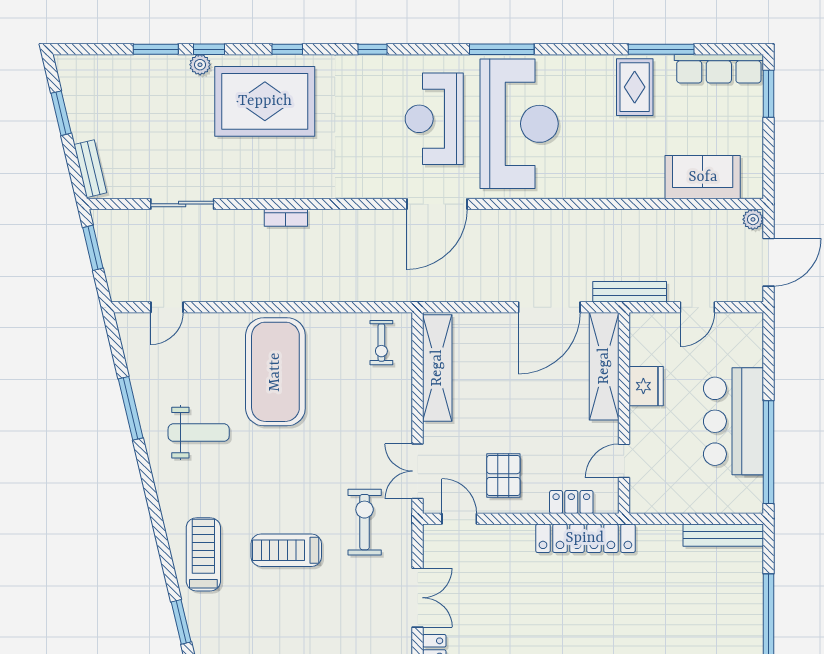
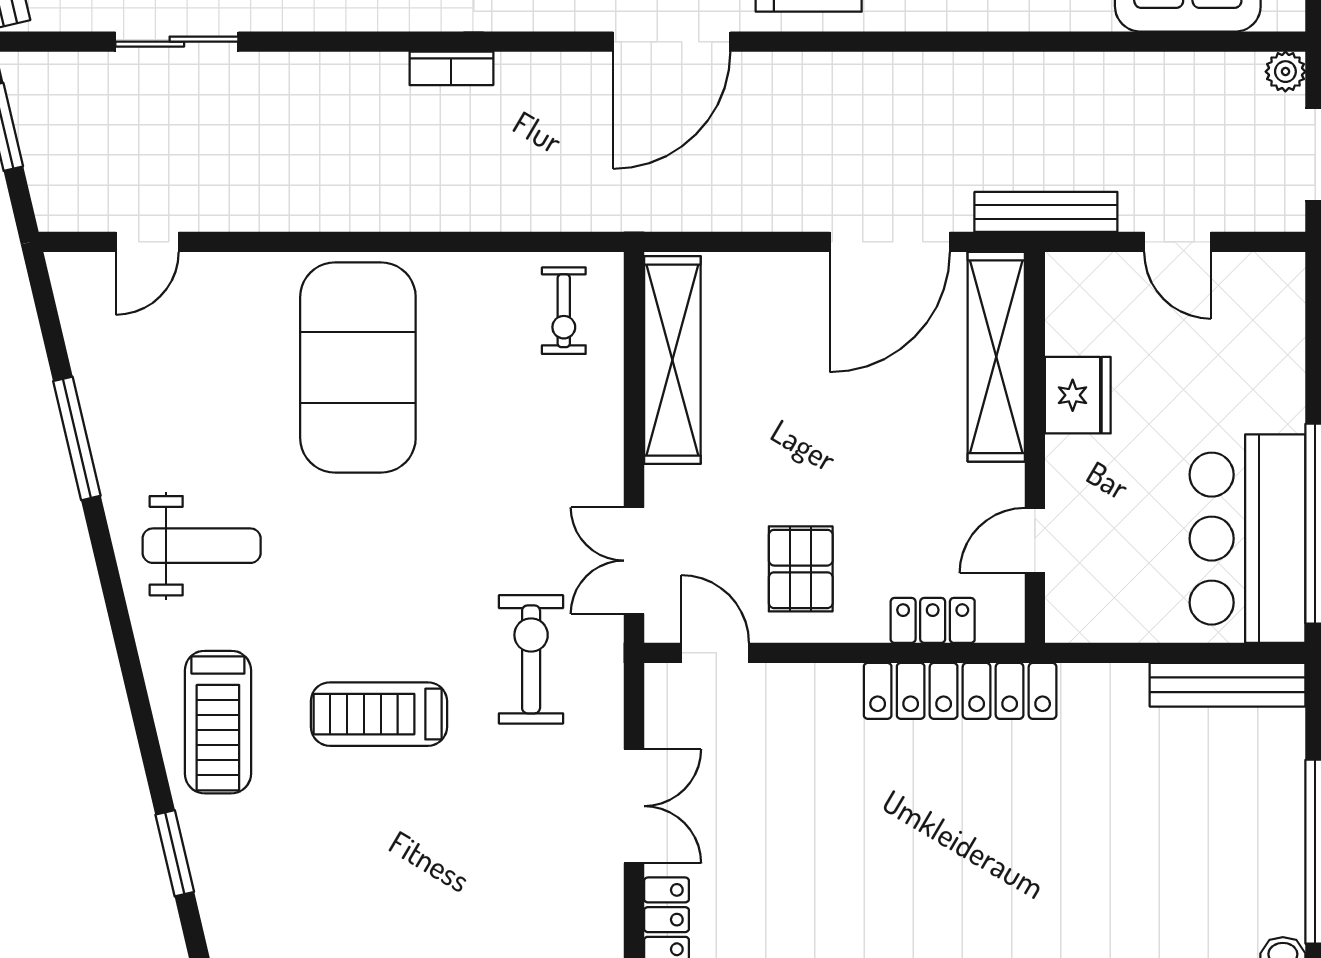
bookcase: (286, 218) -> (451, 68), moved
door: (697, 307) -> (1178, 242), hinge flipped
bar counter: (733, 421) -> (1248, 539), moved
weight bench: (199, 433) -> (202, 546), moved
treadmill: (203, 554) -> (218, 722), turned 180

